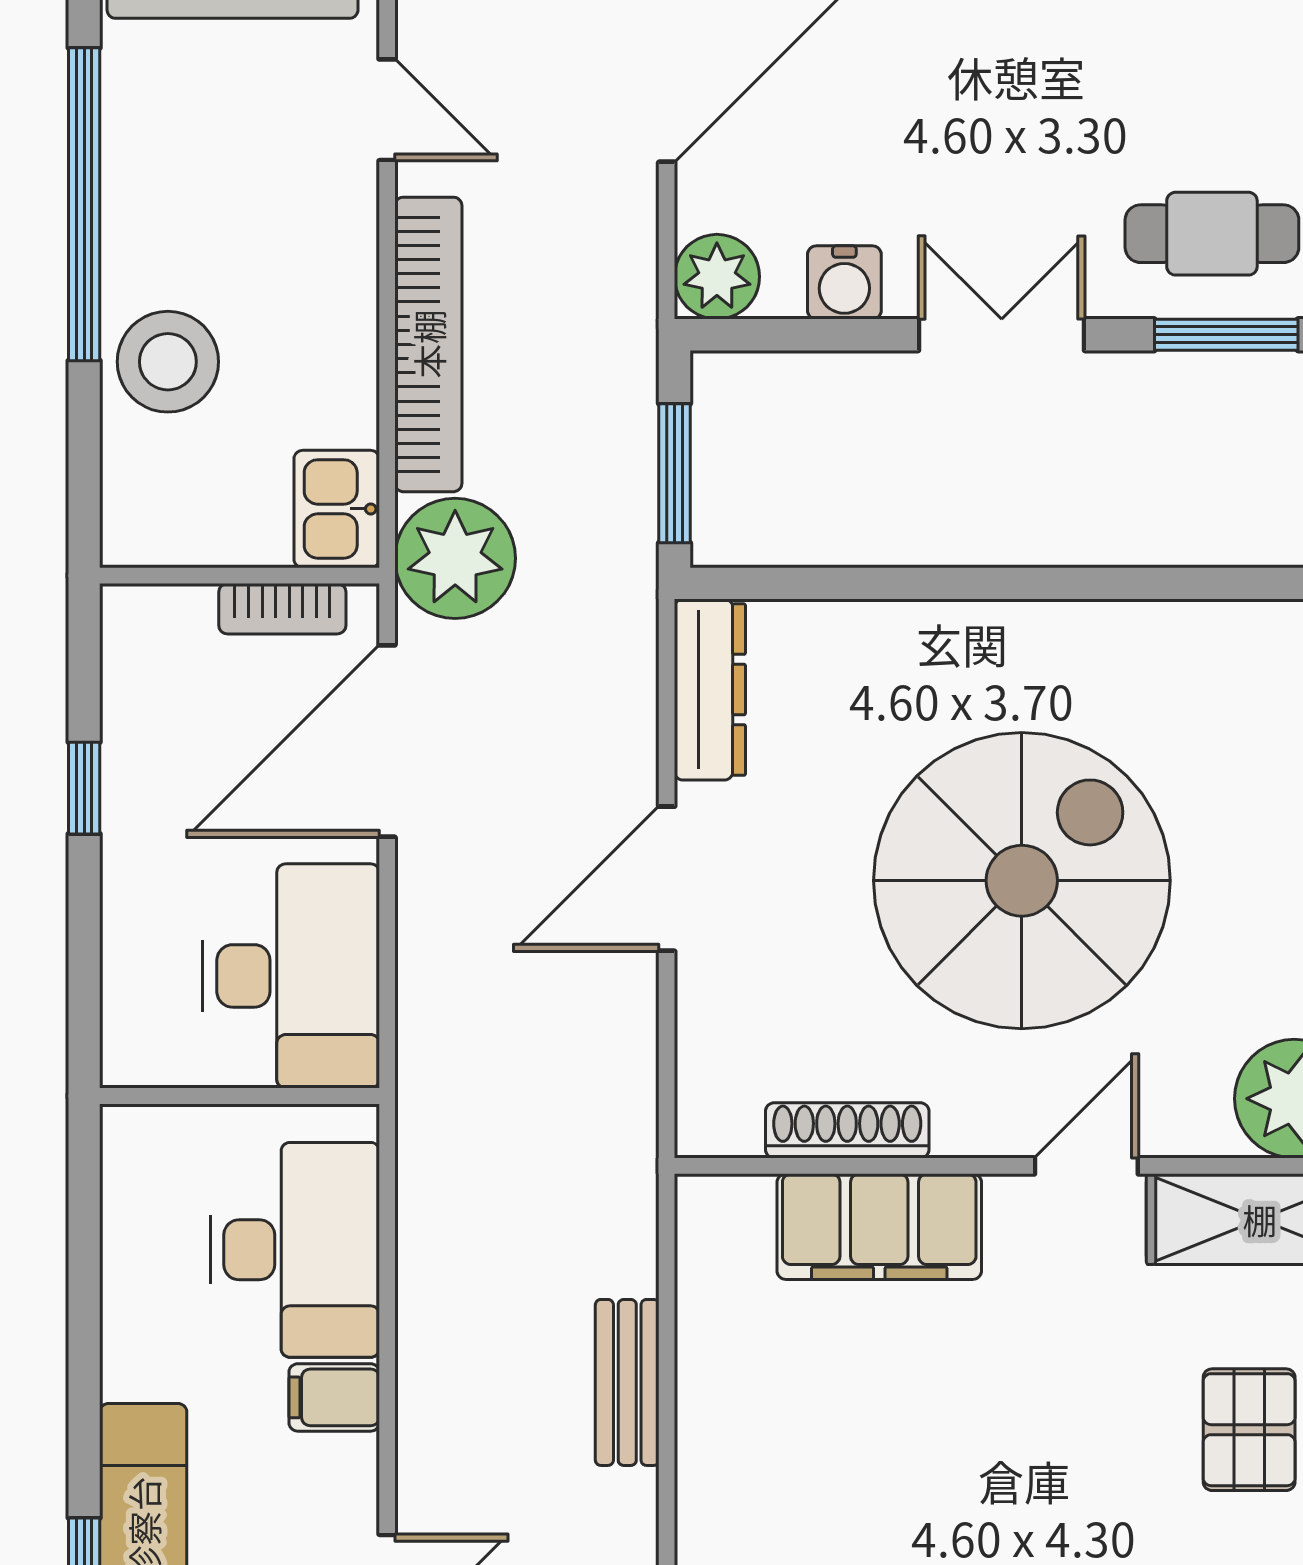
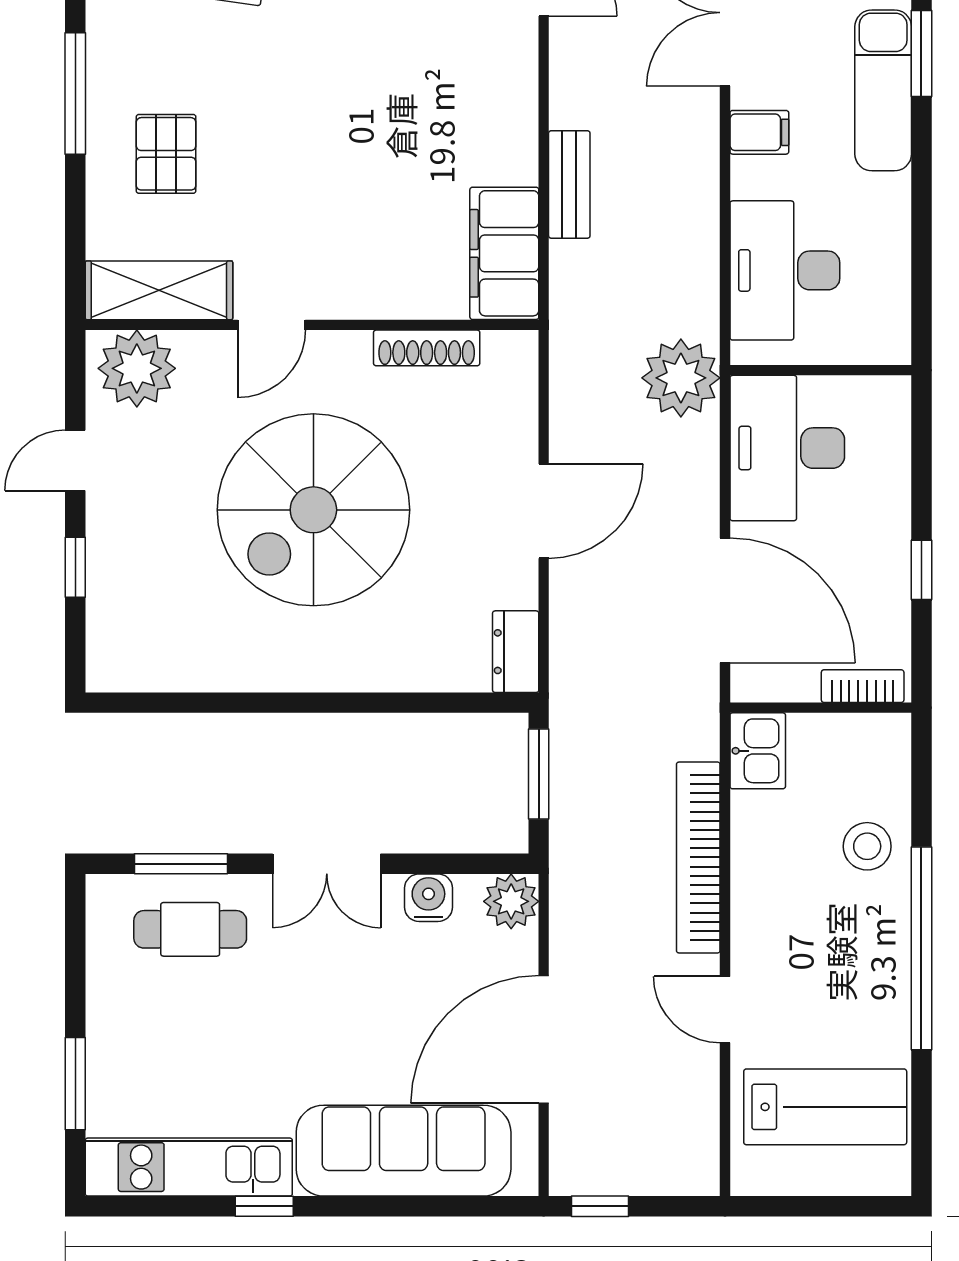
stool: (168, 362) -> (867, 846), width x0.73, depth x0.73
plant: (455, 558) -> (681, 378), moved
bookcase: (282, 609) -> (863, 686), moved
dresser: (710, 690) -> (516, 652), width x0.70
door: (387, 741) -> (725, 600), hinge flipped
filing cabinet: (879, 1227) -> (504, 253), moved, turned -90
filing cabinet: (334, 1397) -> (759, 132), moved

